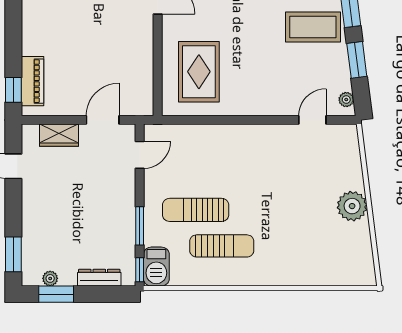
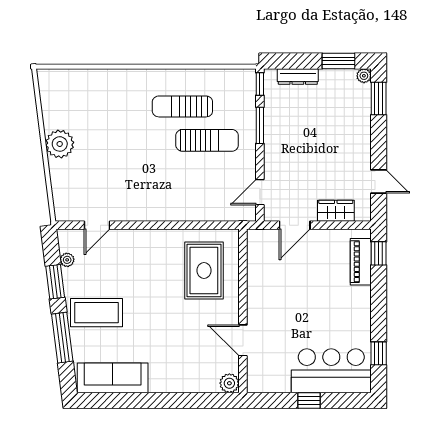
plant: (346, 100) -> (67, 260), moved
barbecue: (156, 267) -> (244, 87), removed
plant: (50, 278) -> (364, 76), moved

